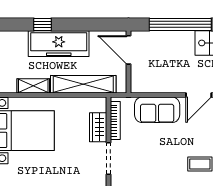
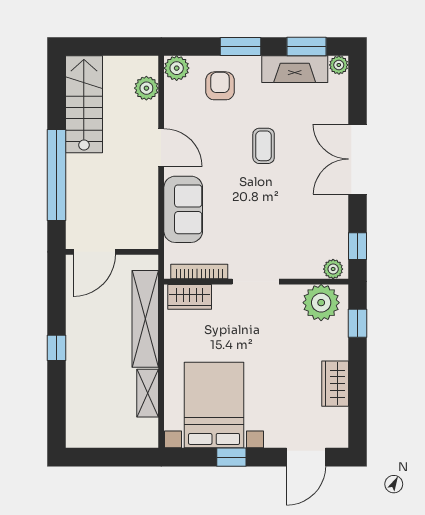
window: (42, 24) -> (56, 348), moved
freezer: (59, 44) -> (85, 355), removed
wardrobe: (98, 127) -> (190, 297), moved

